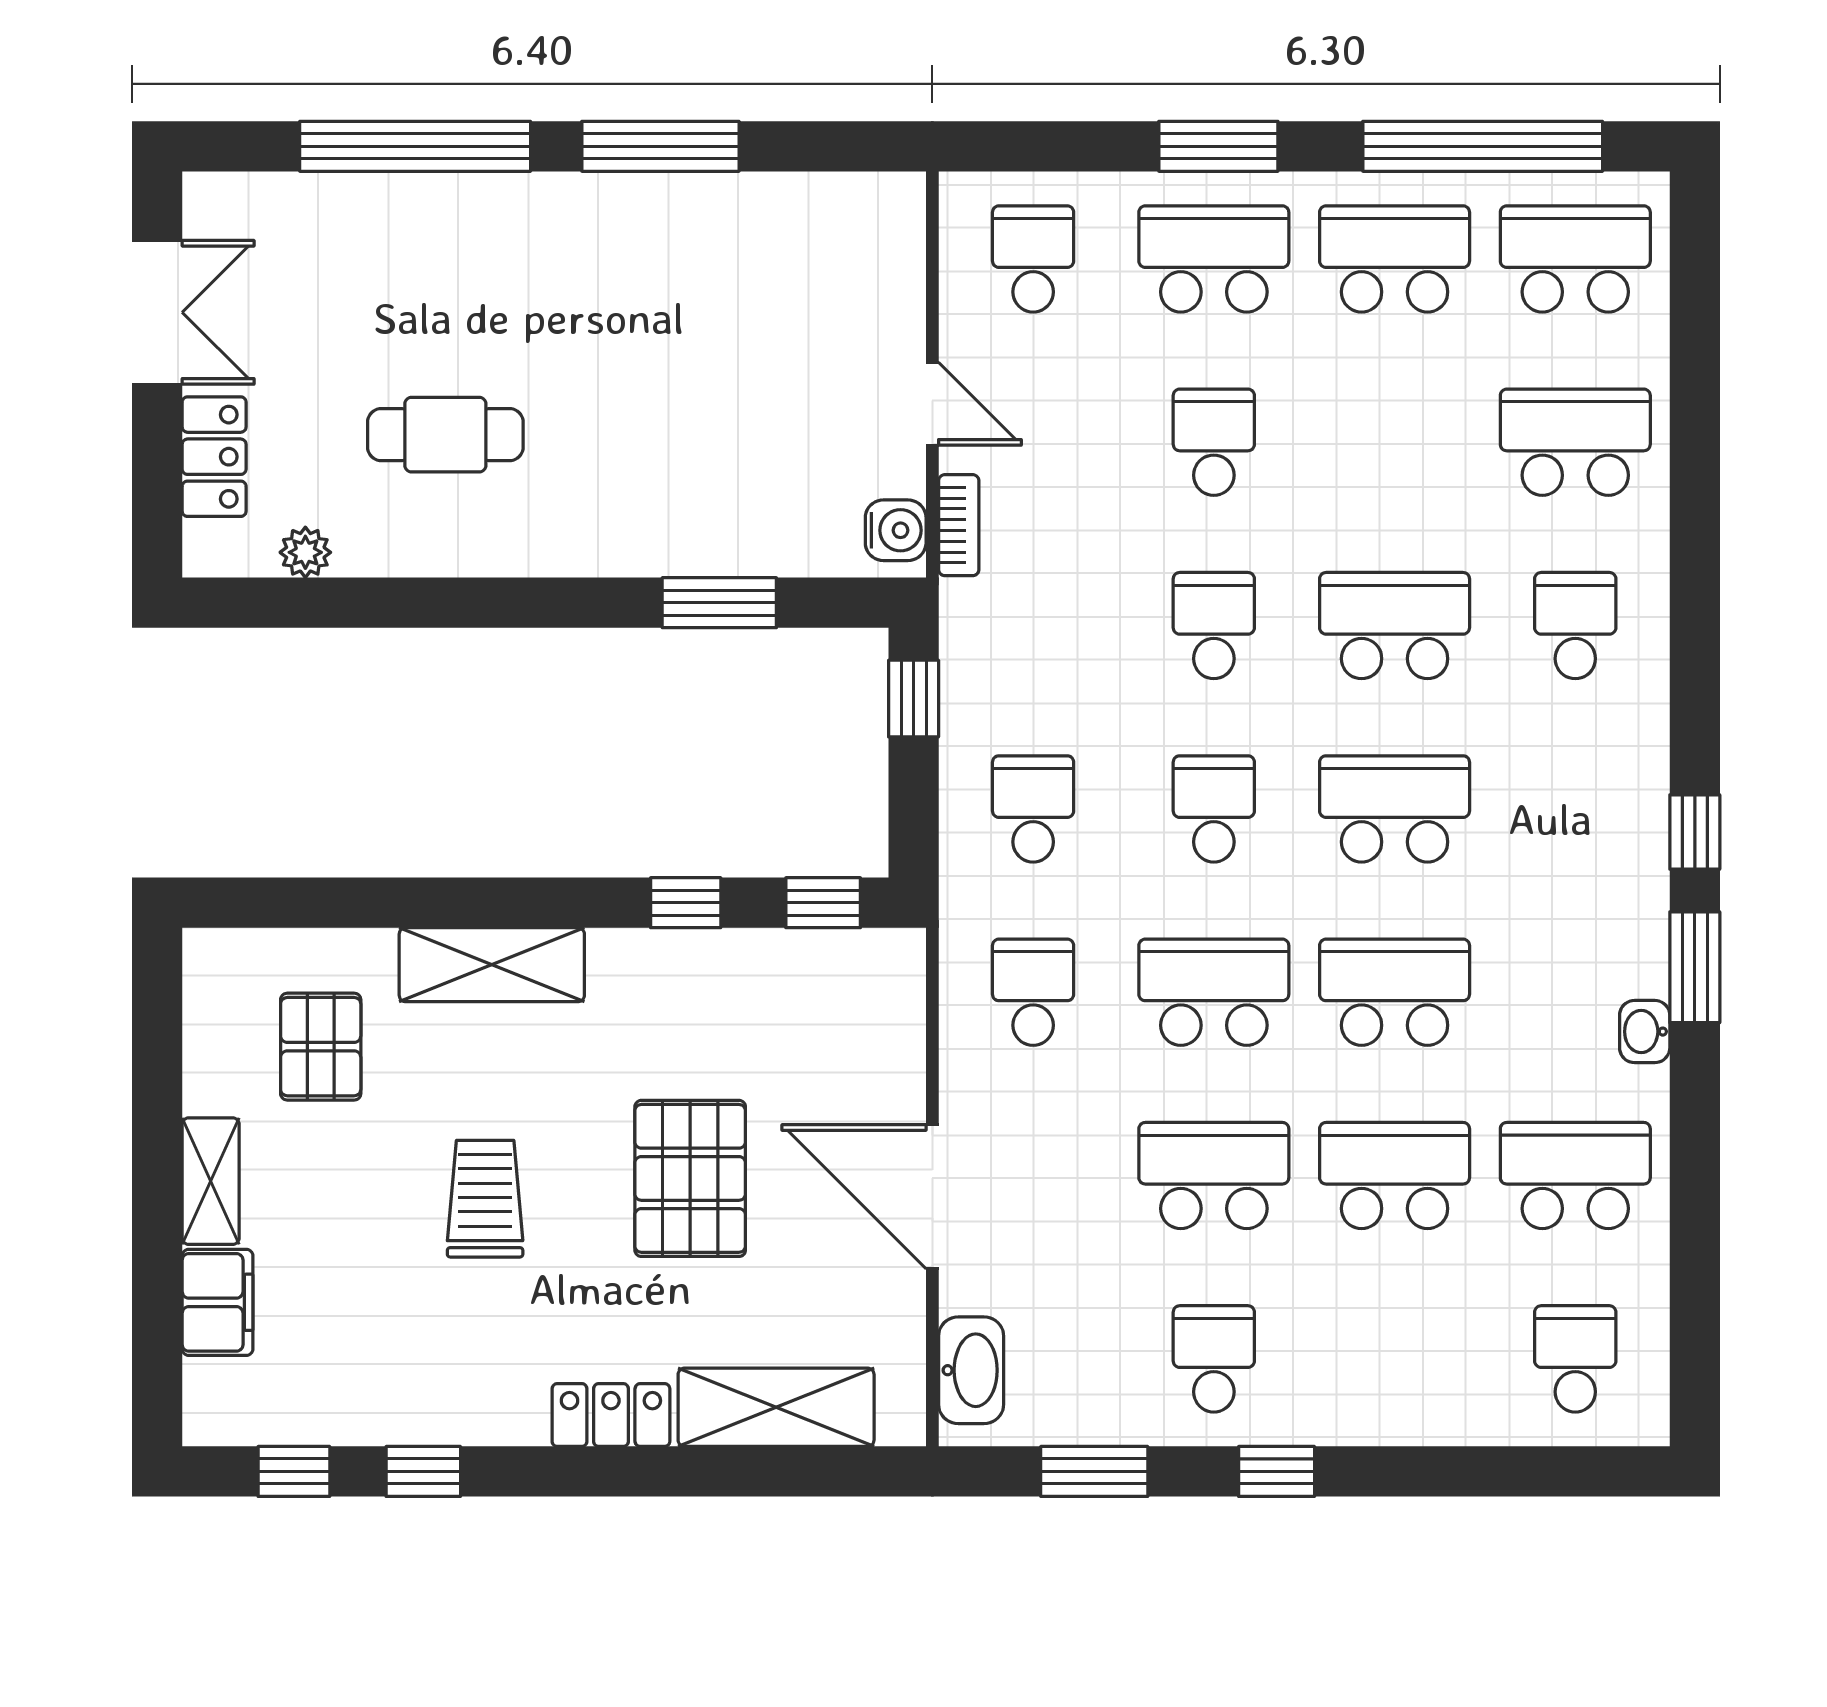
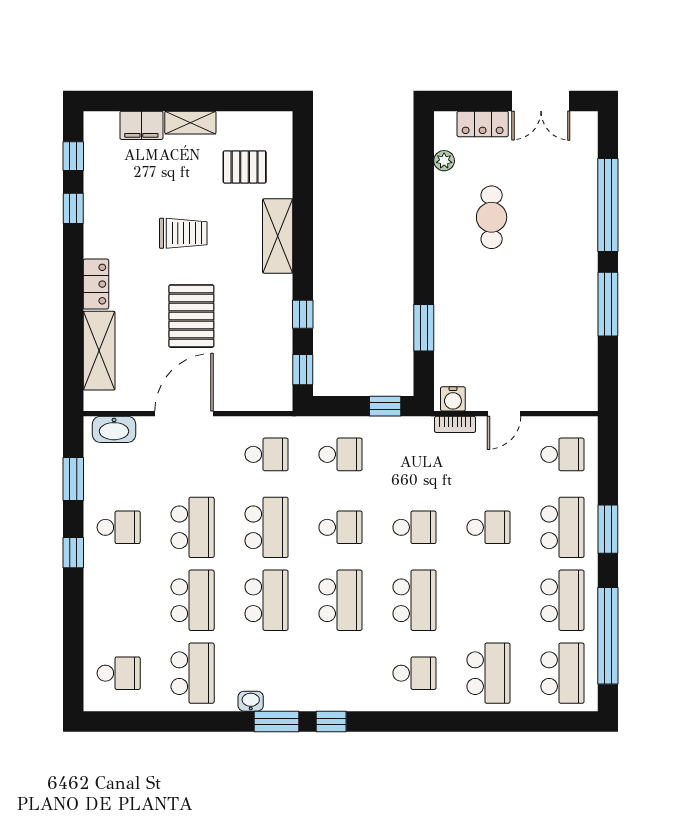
pallet: (690, 1178) -> (191, 316), turned 90

